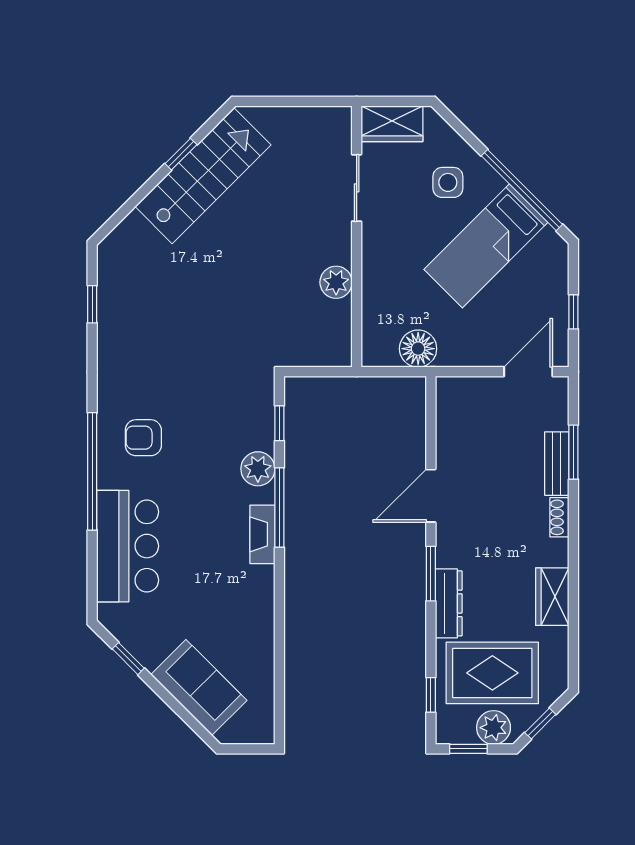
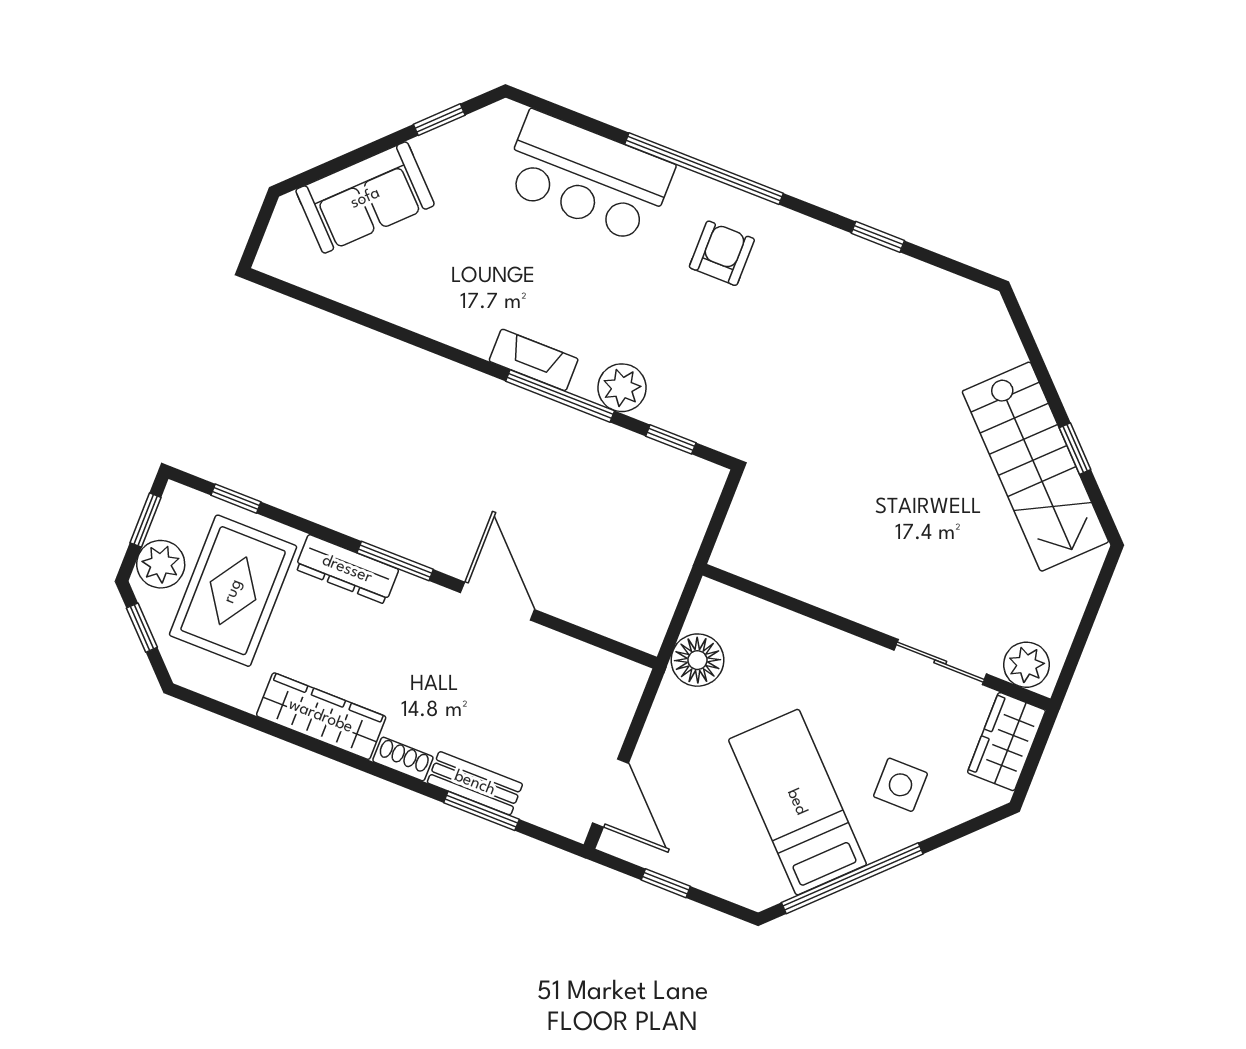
plant: (336, 282) -> (1026, 665), moved
window: (92, 304) -> (878, 237), moved
wardrobe: (552, 597) -> (321, 716), width x1.50

